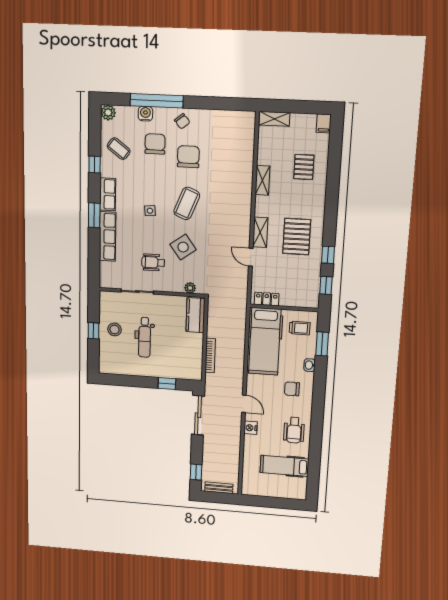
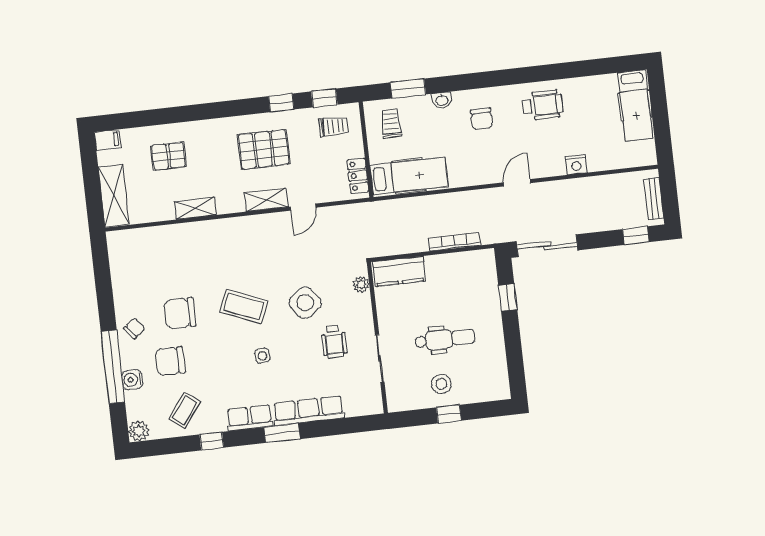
shelving: (274, 119) -> (114, 196), width x1.50, depth x1.33
trolley: (305, 288) -> (334, 126), added
hospital bed: (265, 341) -> (409, 176), width x0.73, depth x0.78
nightstand: (251, 428) -> (576, 165), moved
hospital bed: (284, 466) -> (635, 106), moved

